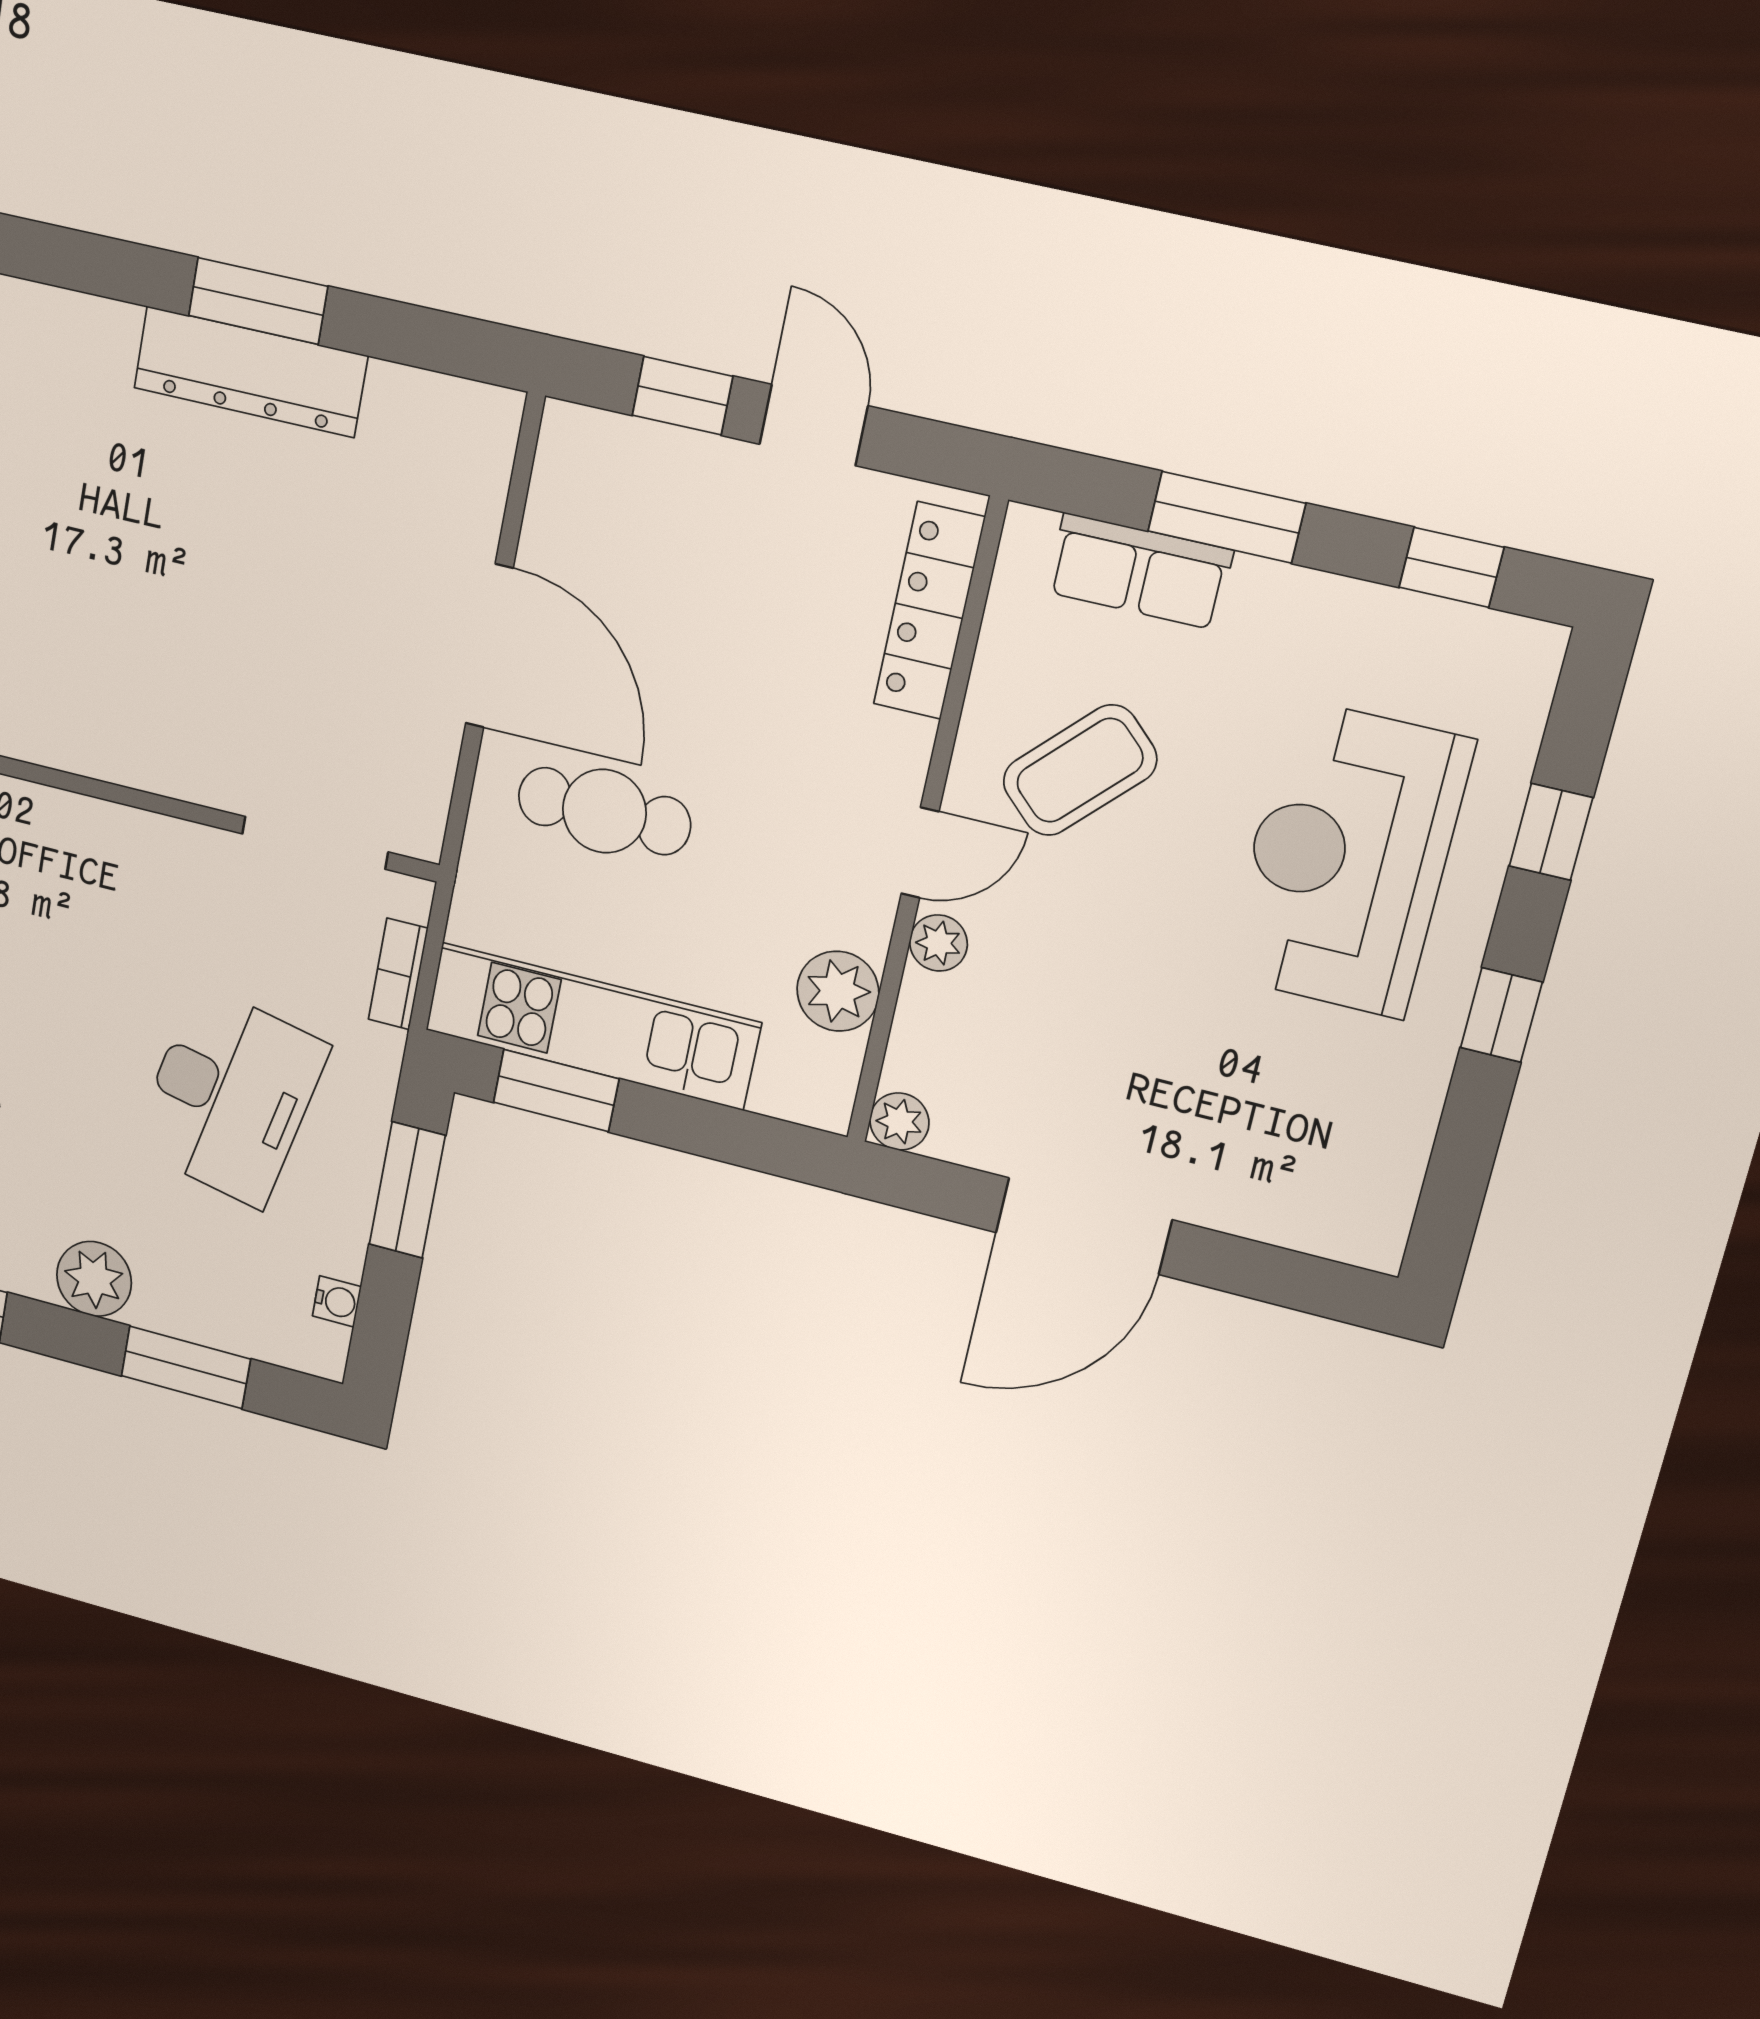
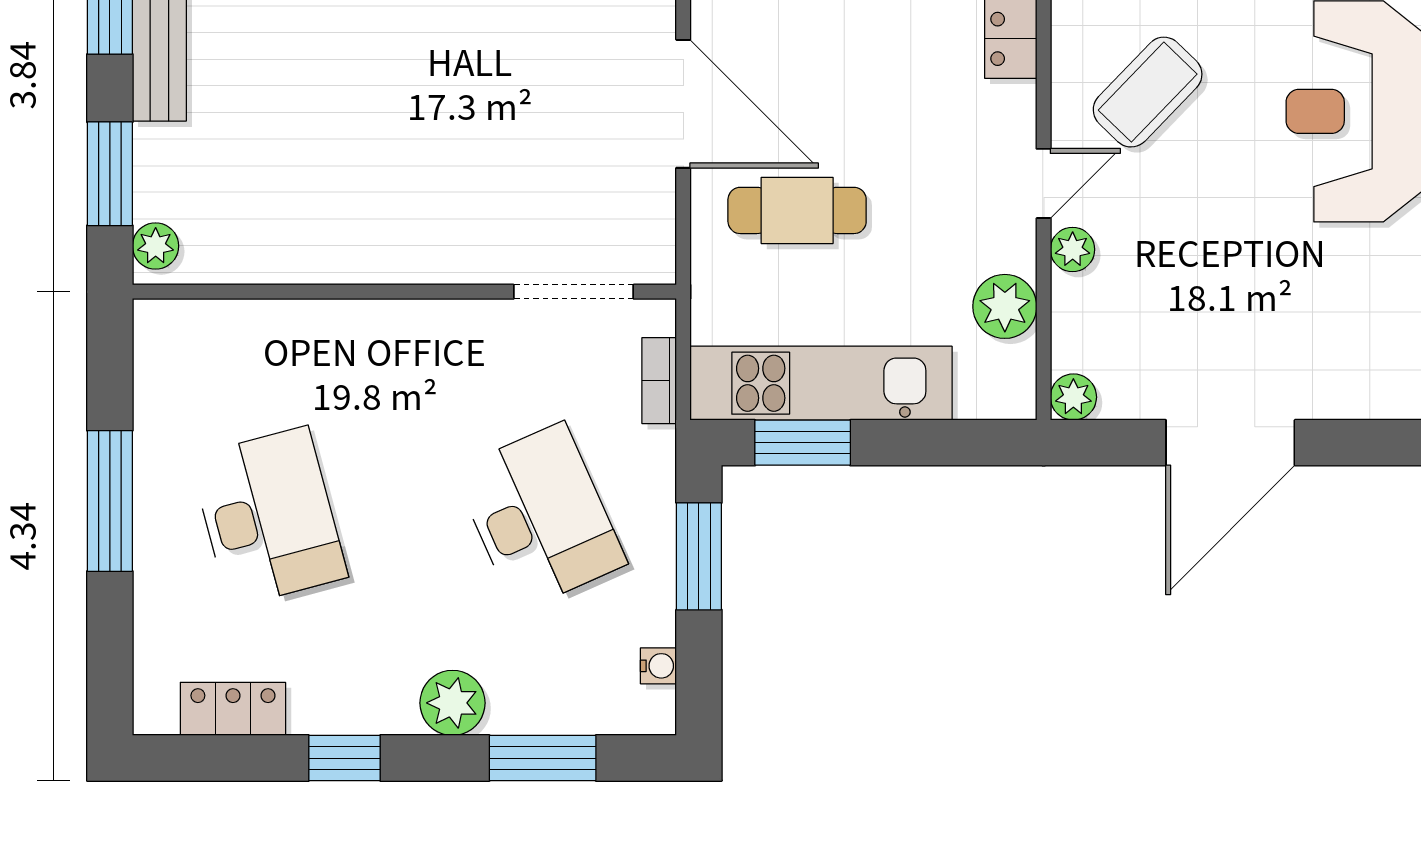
desk: (230, 1096) -> (540, 517), turned -36

